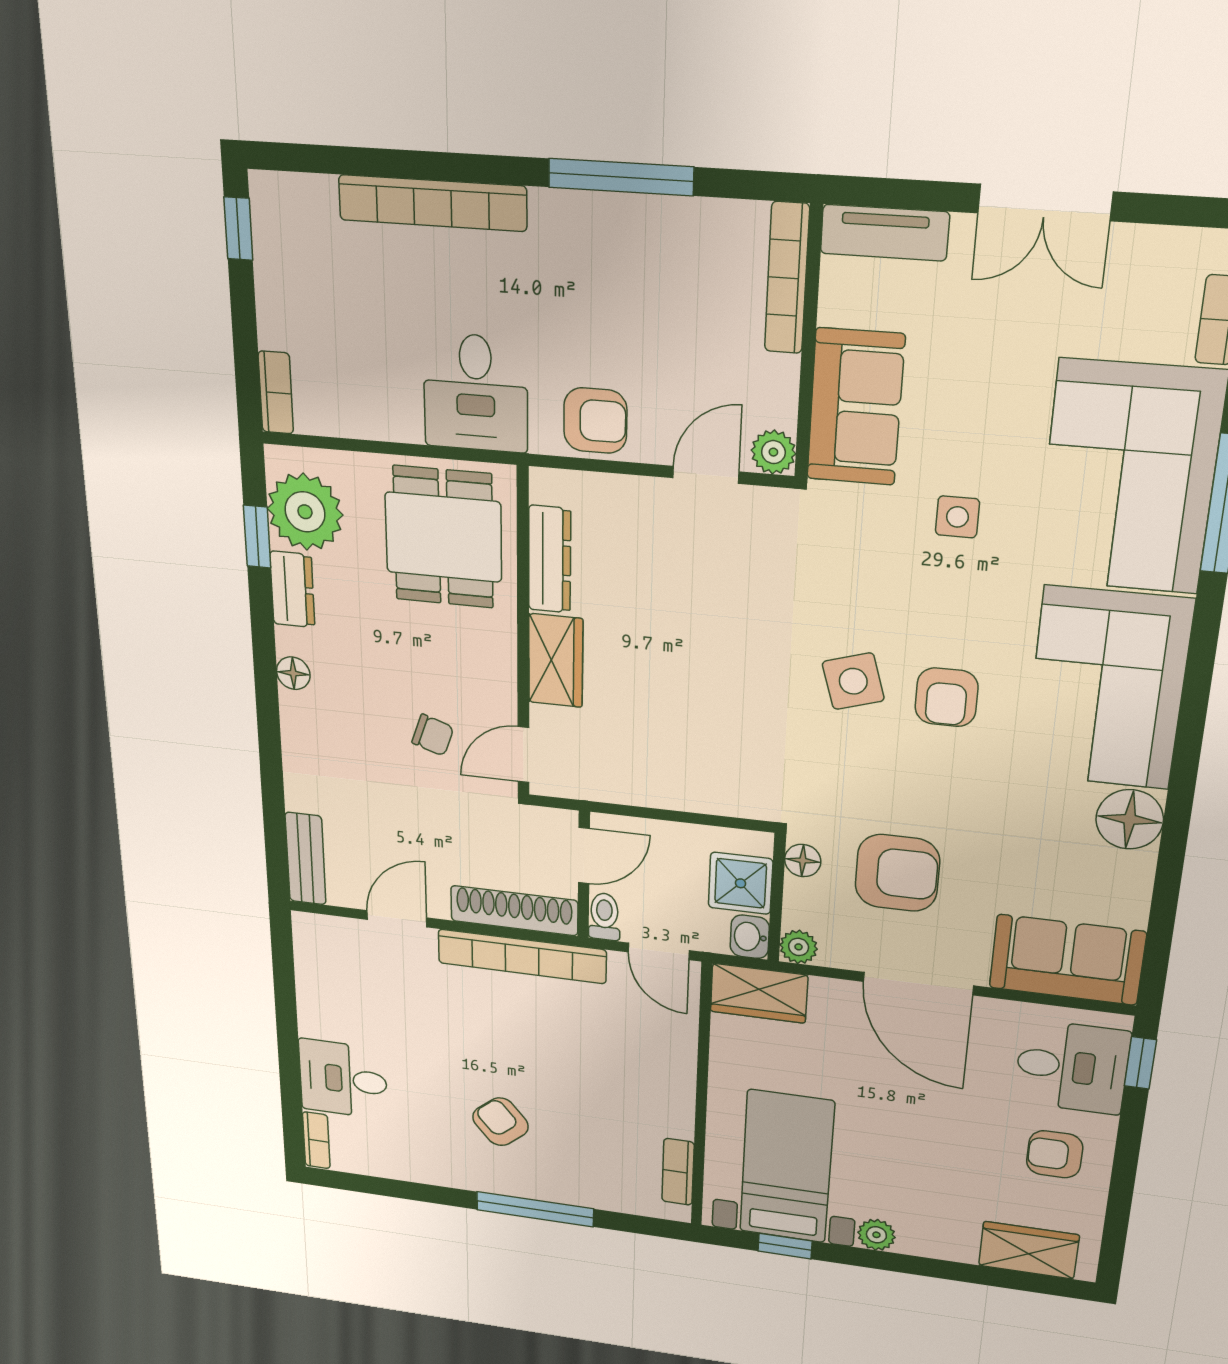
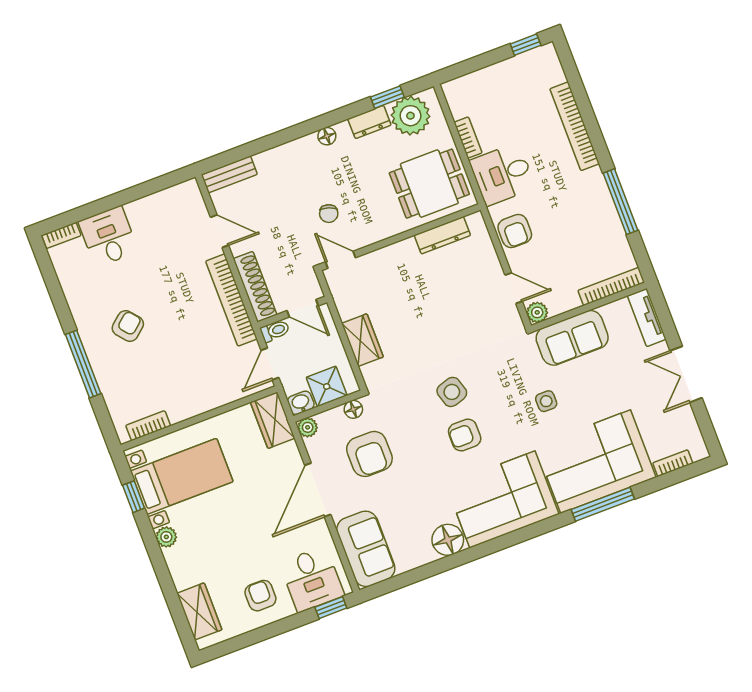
bookcase: (276, 393) -> (468, 138), moved, turned -90
wardrobe: (556, 661) -> (362, 340), moved, turned -90

